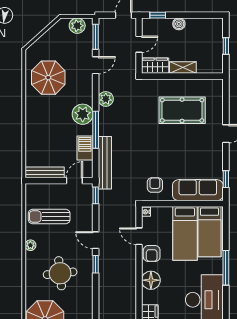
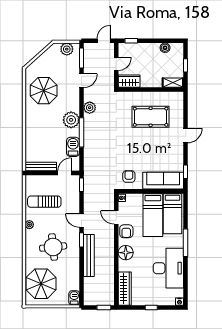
boiler: (179, 24) -> (165, 48), moved
shelving: (183, 67) -> (173, 83), moved
bench: (105, 163) -> (89, 255), moved

